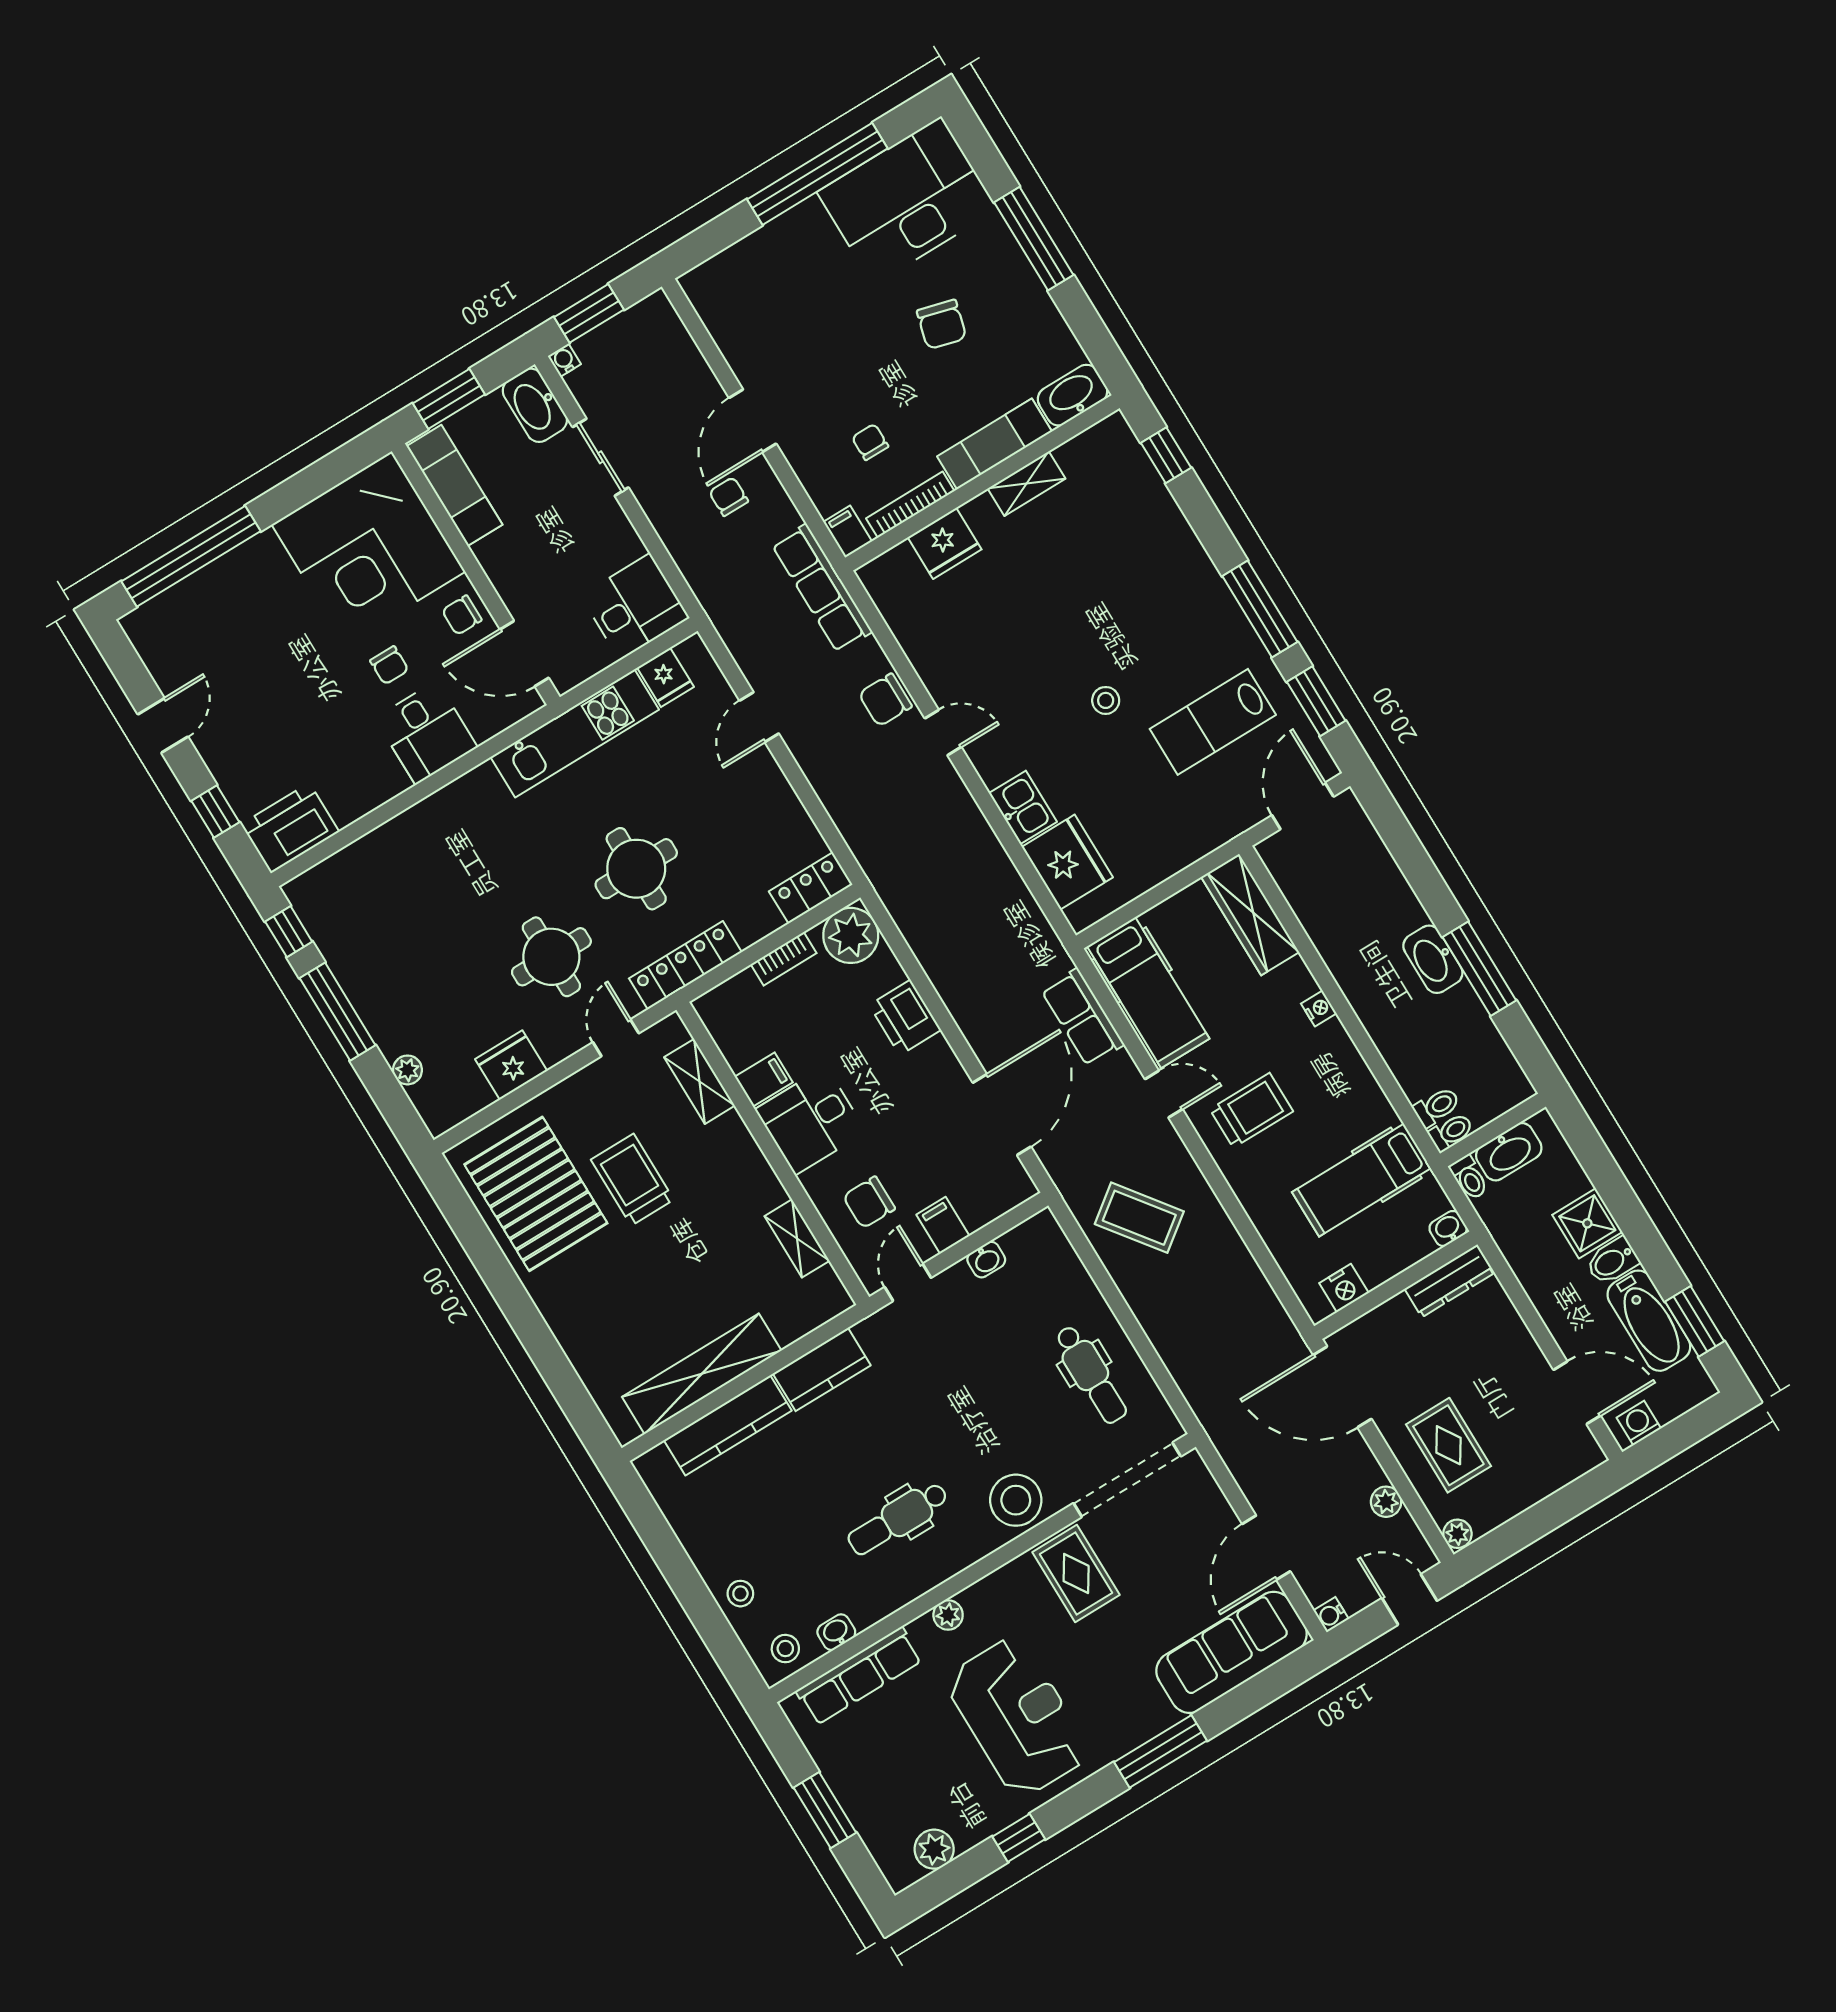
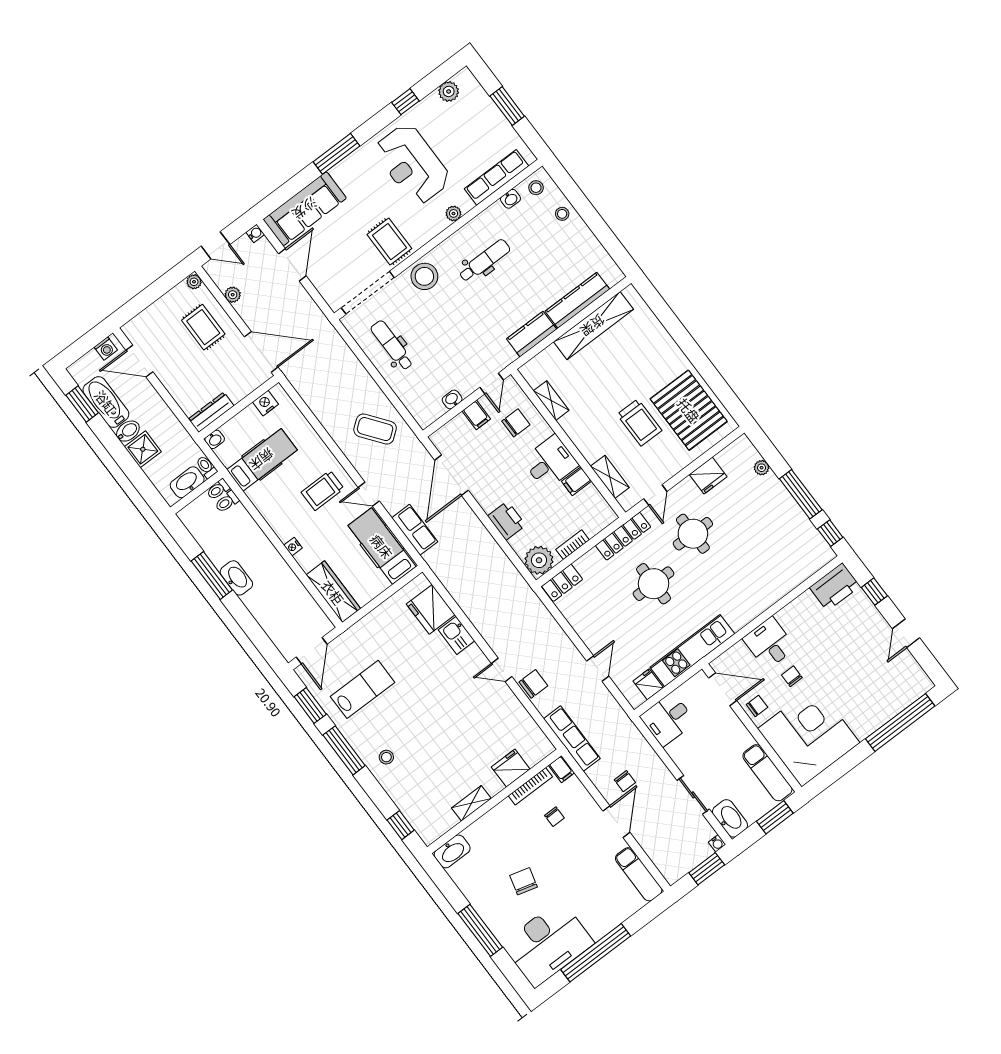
exam couch: (994, 444) -> (639, 874), moved, turned 90
stool: (1106, 700) -> (386, 757), moved

